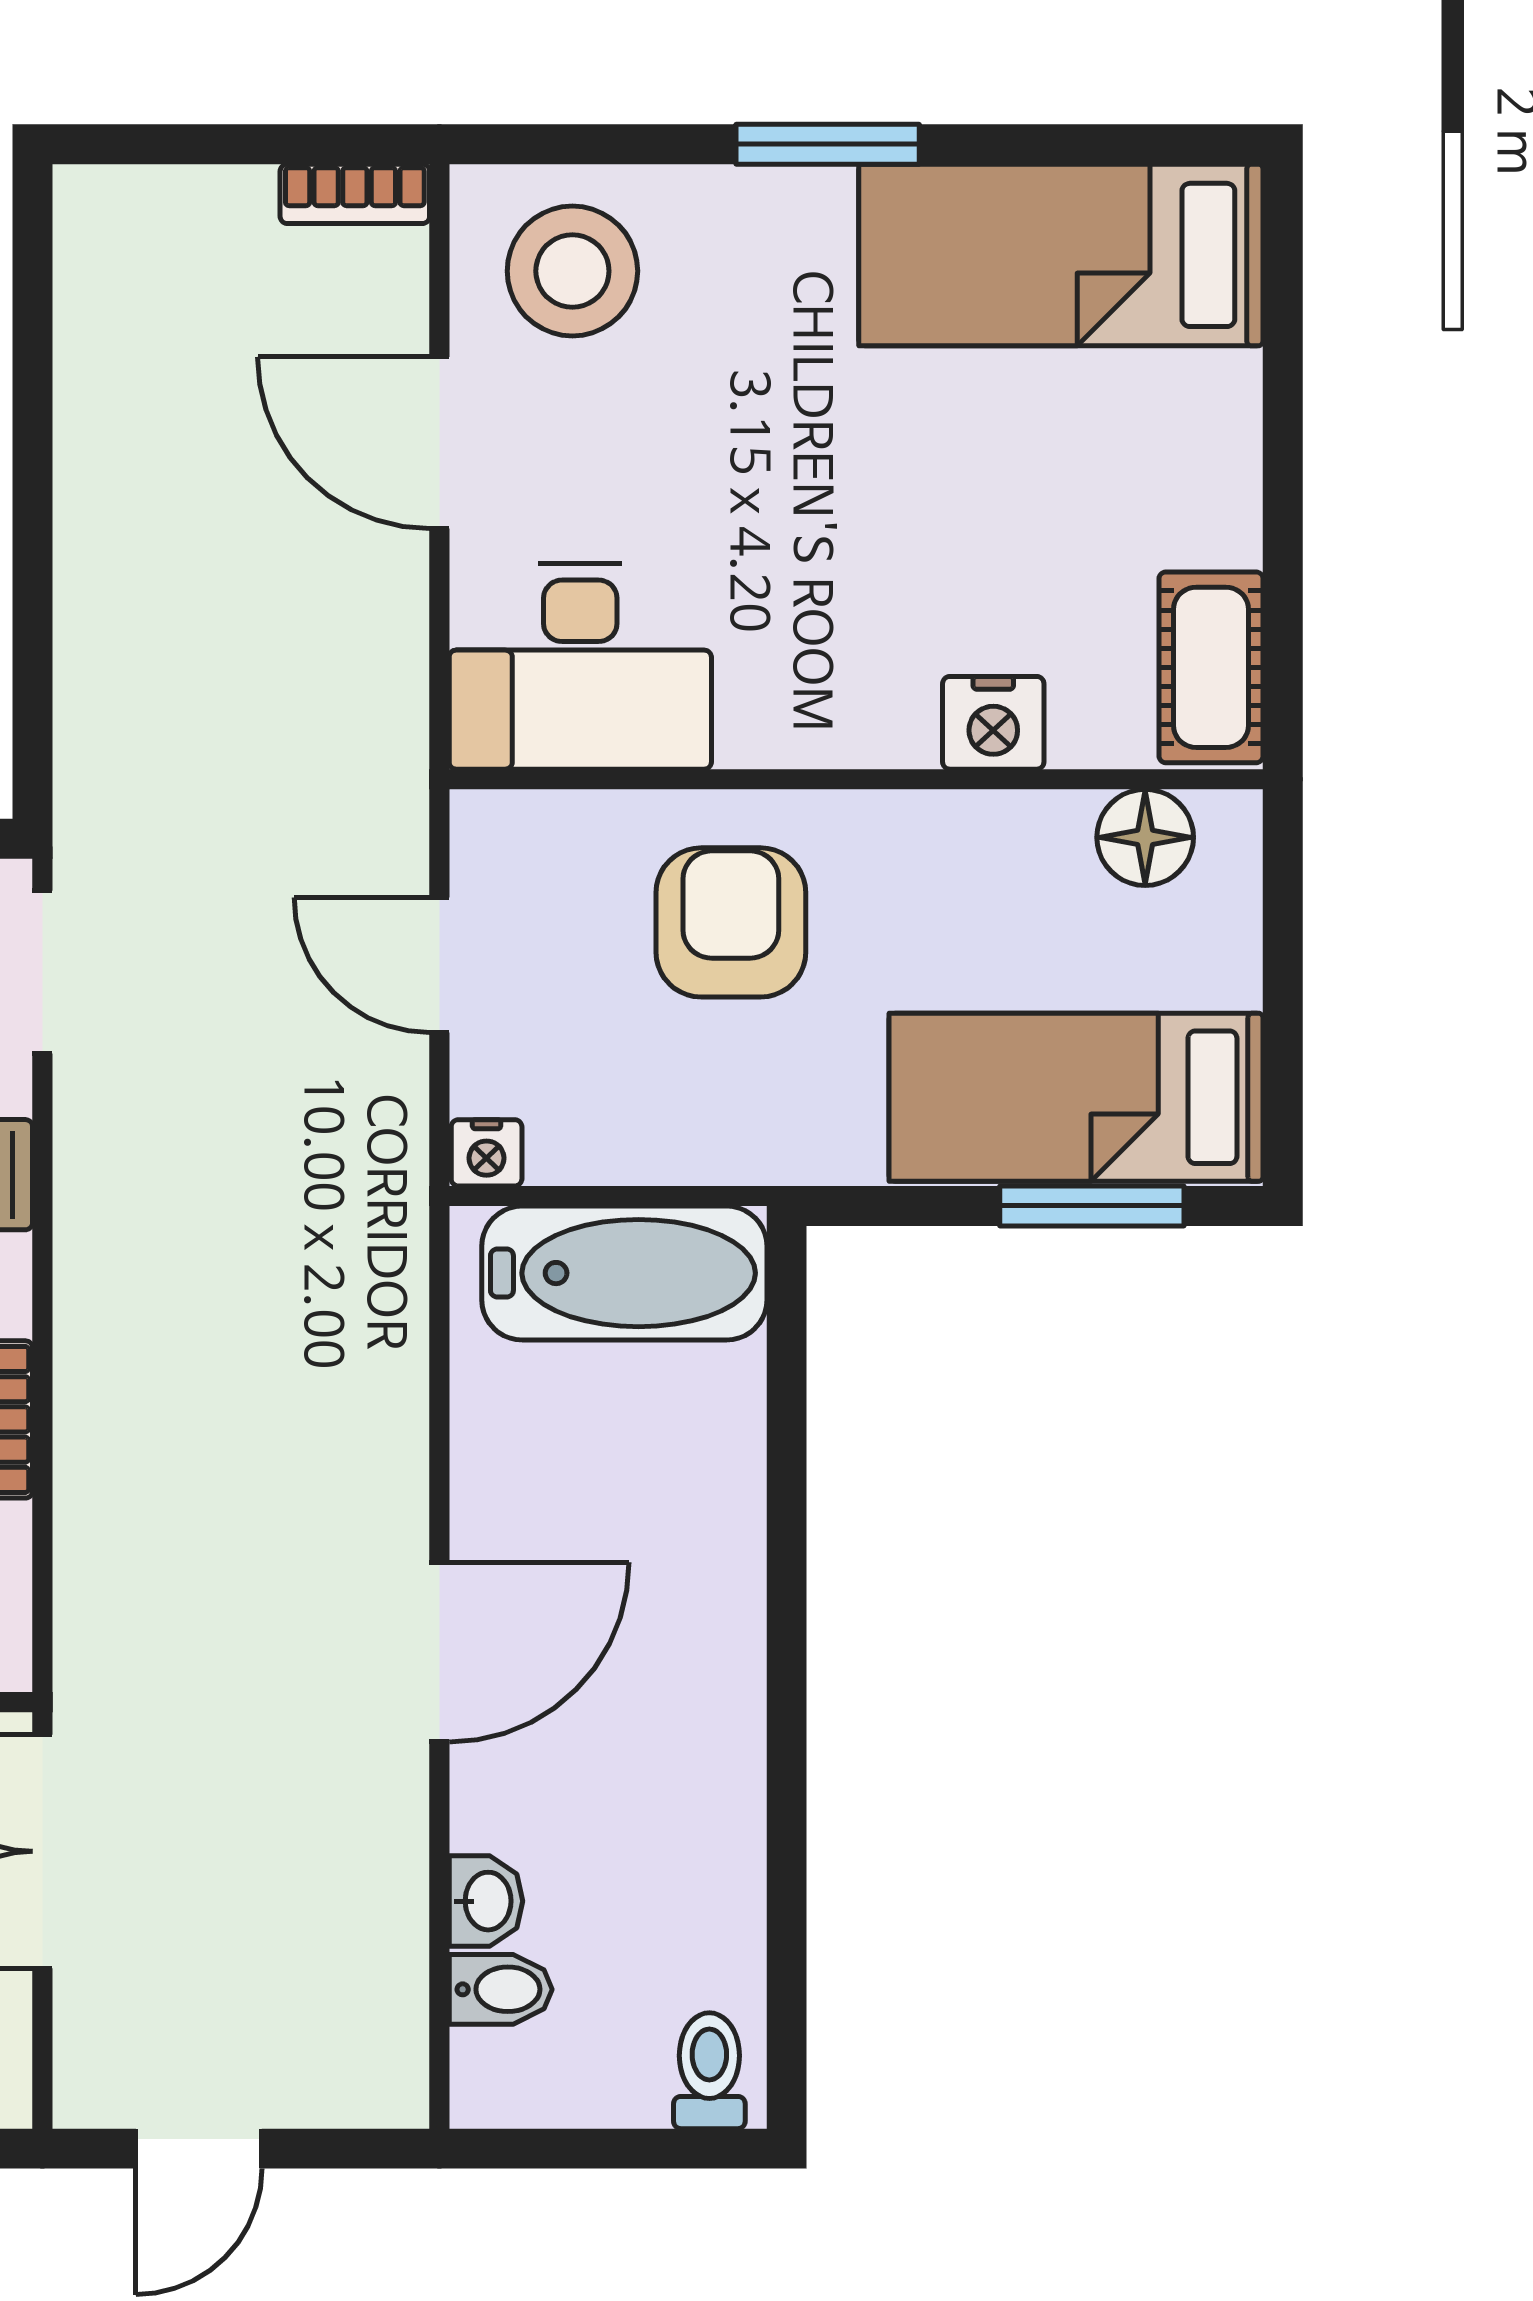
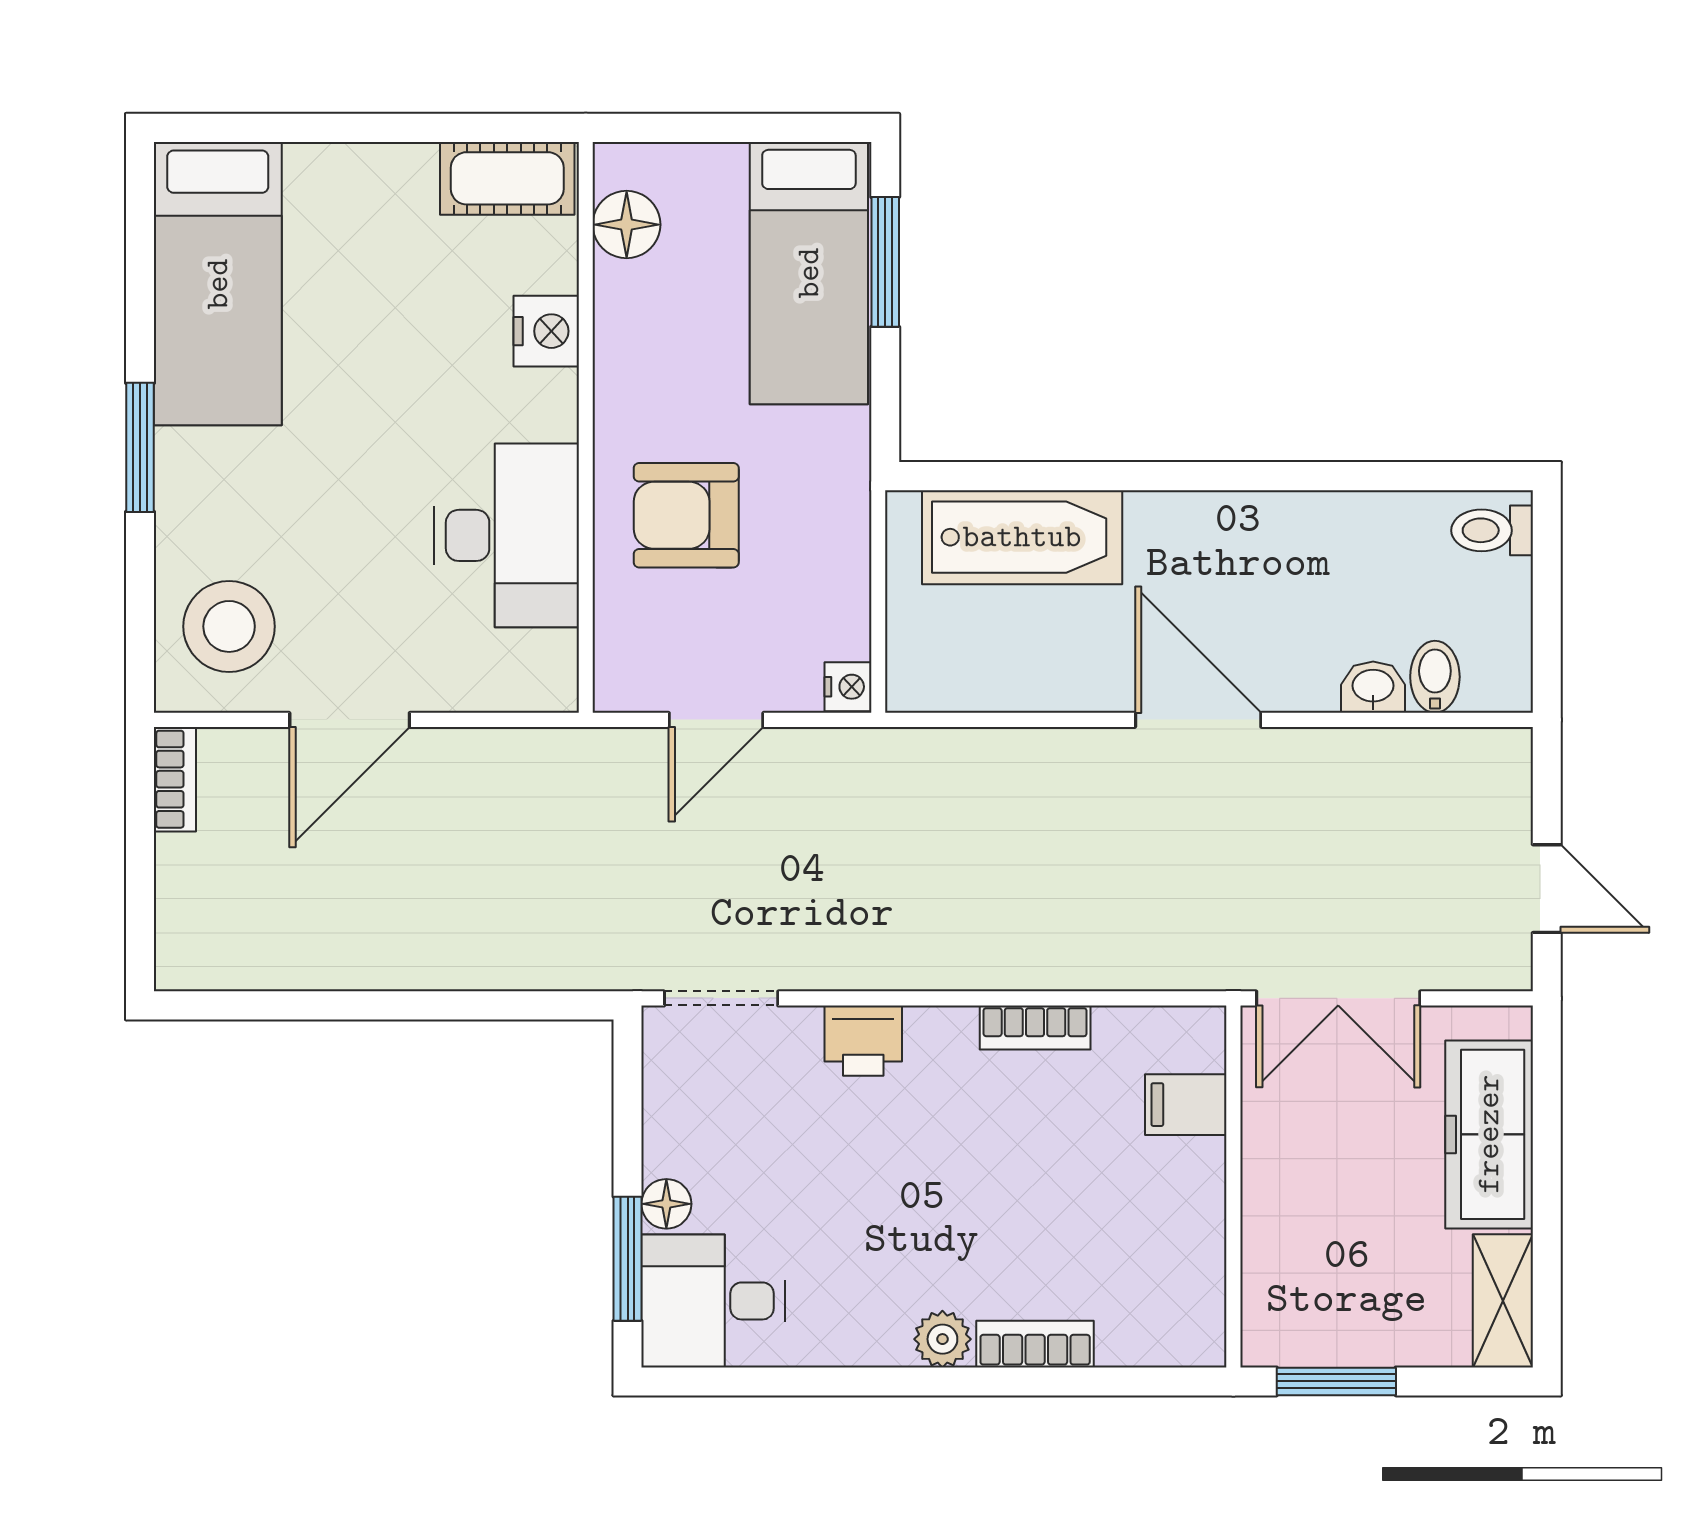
desk: (580, 666) -> (507, 535), moved
bathtub: (624, 1273) -> (1022, 537), moved, turned 90

